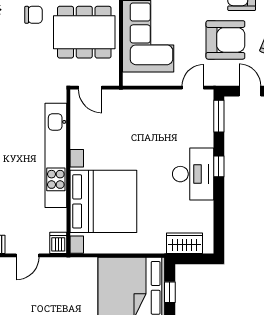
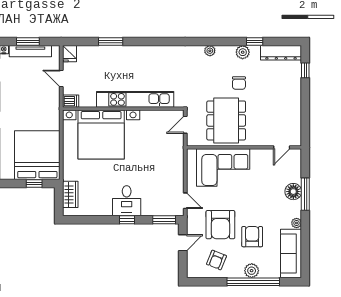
desk: (193, 174) -> (127, 201), width x0.73

